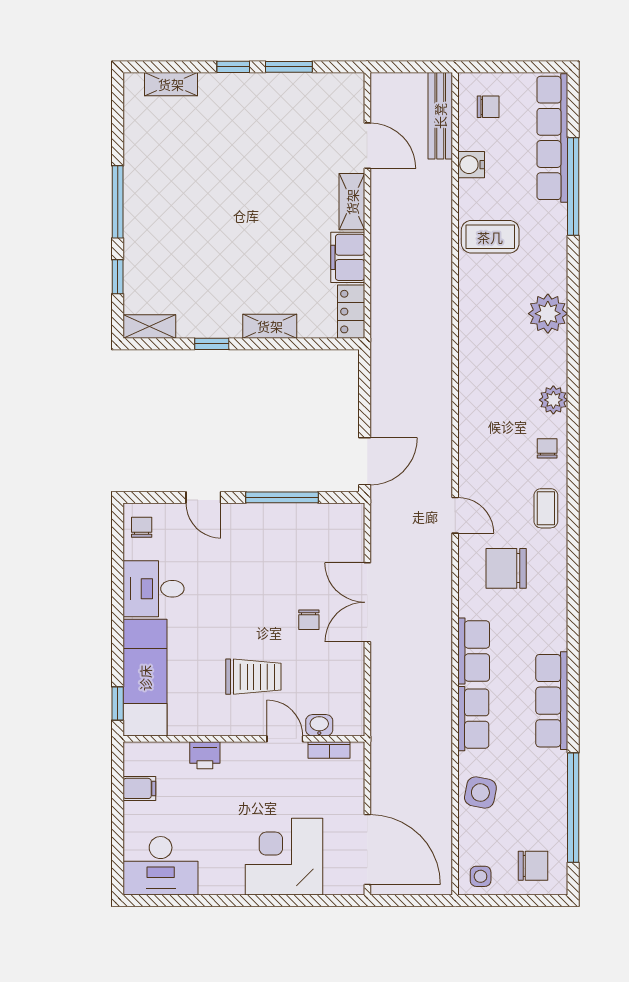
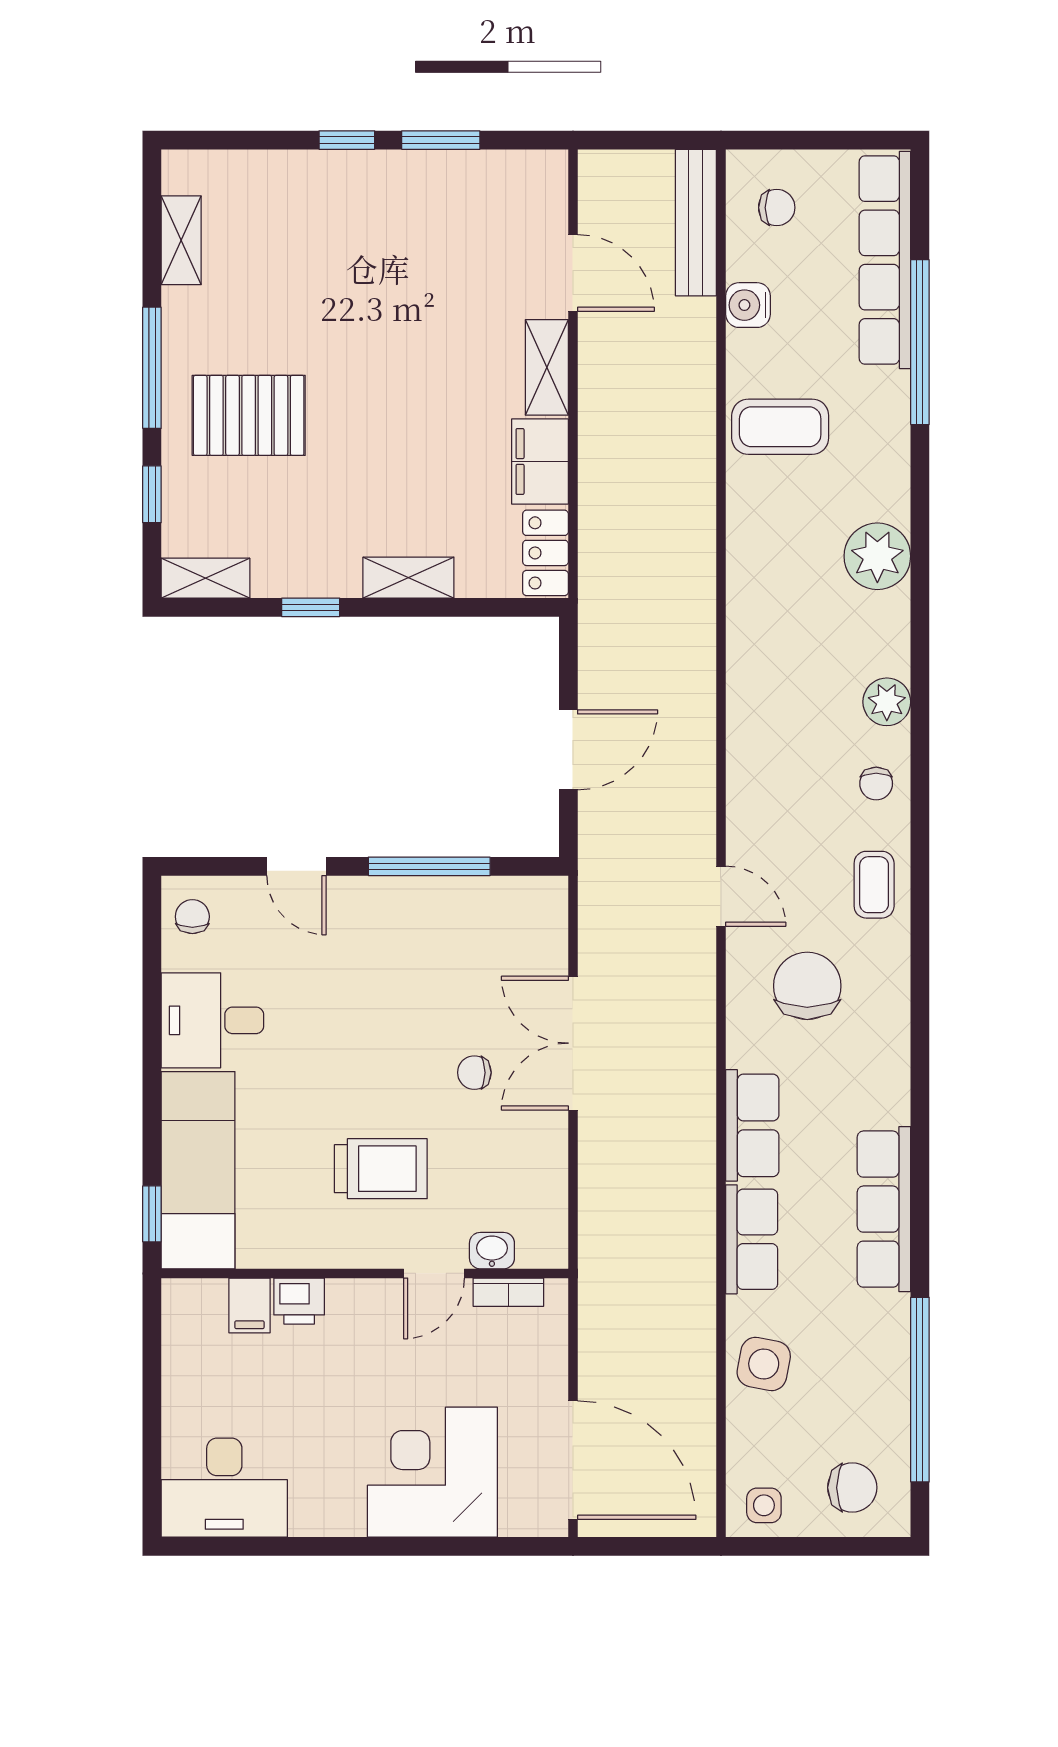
shelving: (171, 84) -> (181, 240), moved, turned 90
pallet: (175, 230) -> (249, 415), added
chair: (547, 448) -> (876, 784), turned 180
door: (365, 461) -> (568, 750), moved
chair: (506, 568) -> (807, 986), turned 90
chair: (309, 620) -> (474, 1073), turned 90
door: (285, 739) -> (434, 1273), swing flipped
filing cabinet: (139, 788) -> (249, 1306), moved, turned 90

